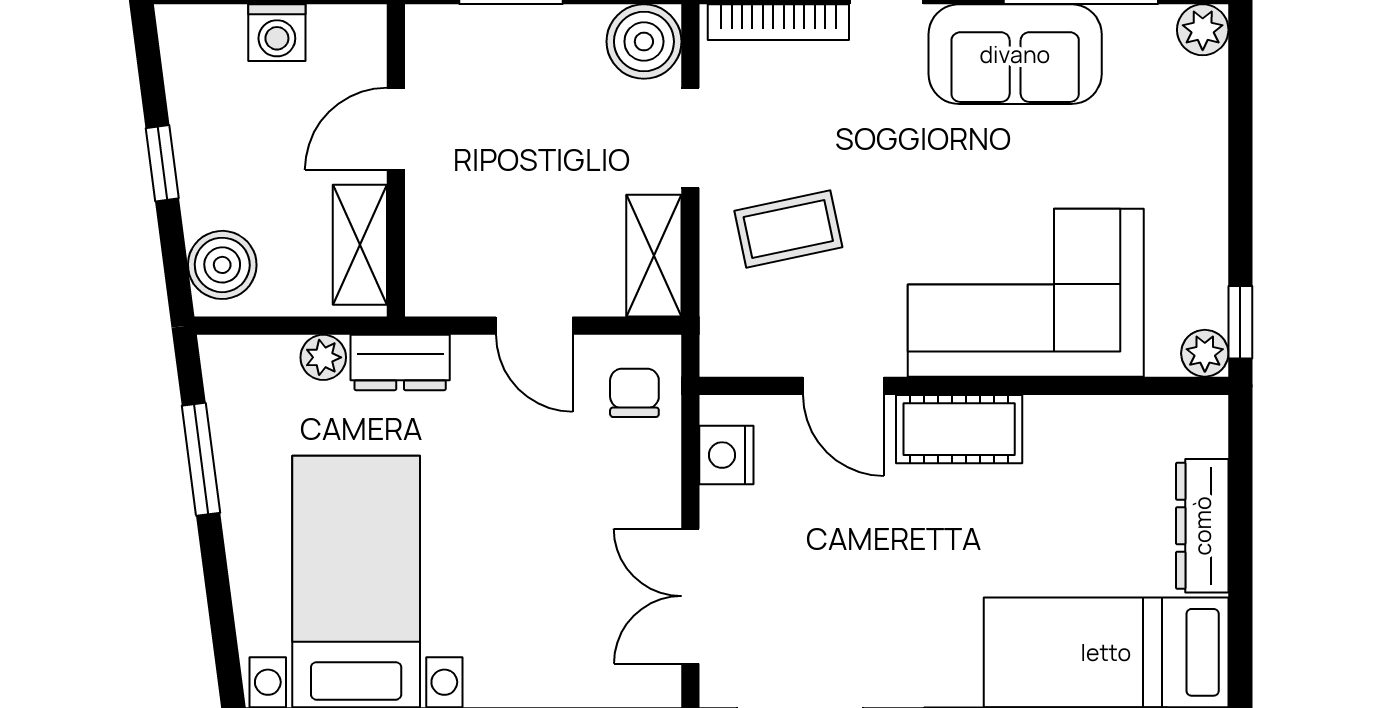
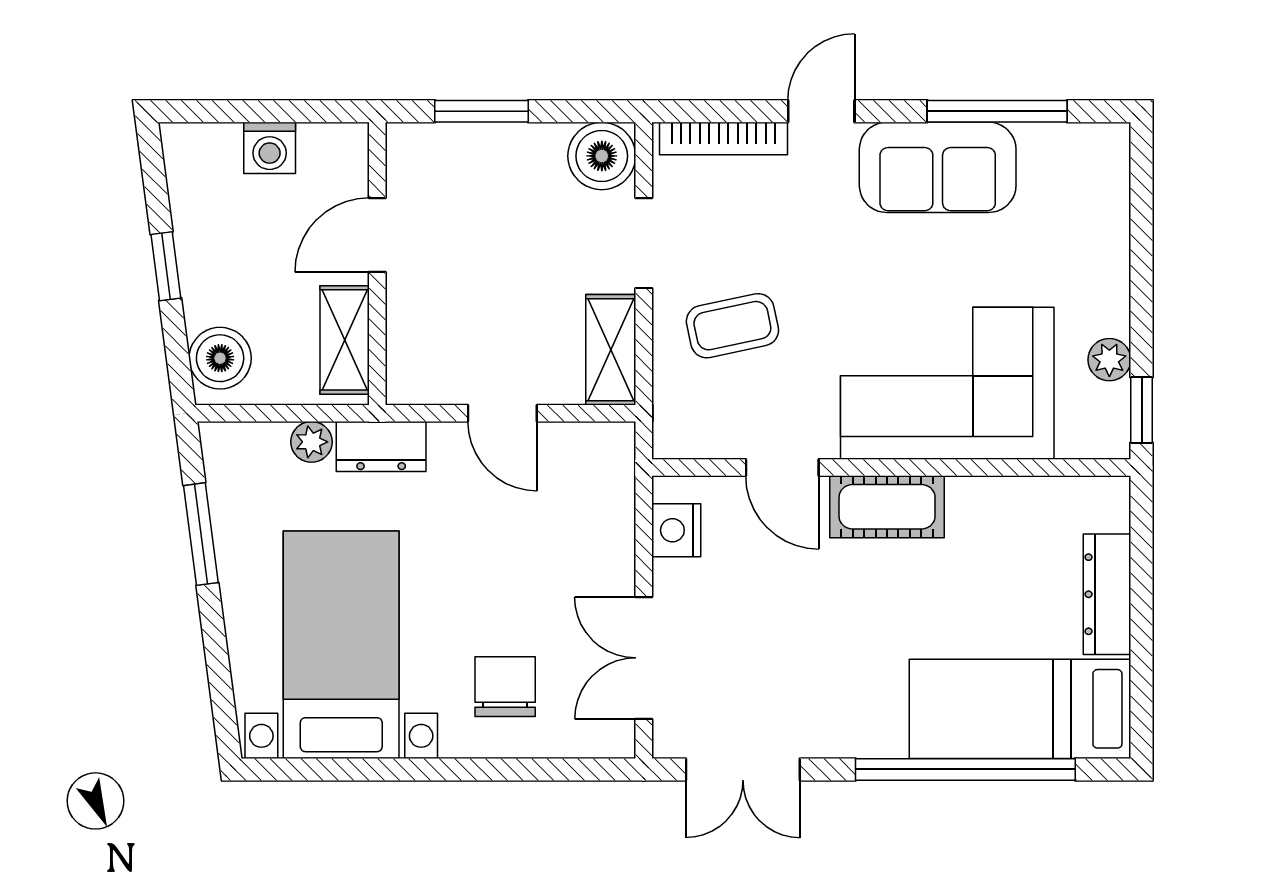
plant: (1203, 30) -> (1107, 145), removed
plant: (1205, 353) -> (1109, 360), moved
chair: (634, 393) -> (505, 687), moved, width x1.37, depth x1.37

